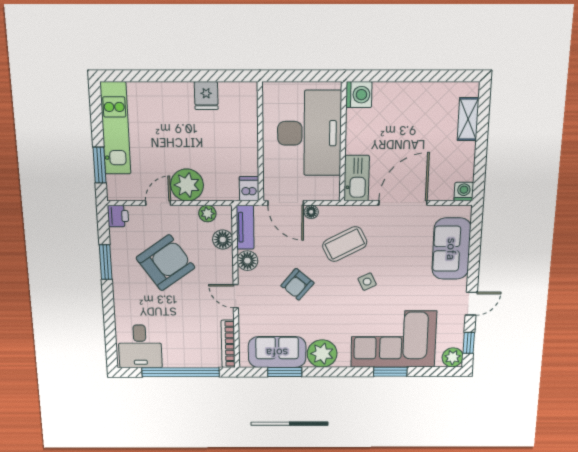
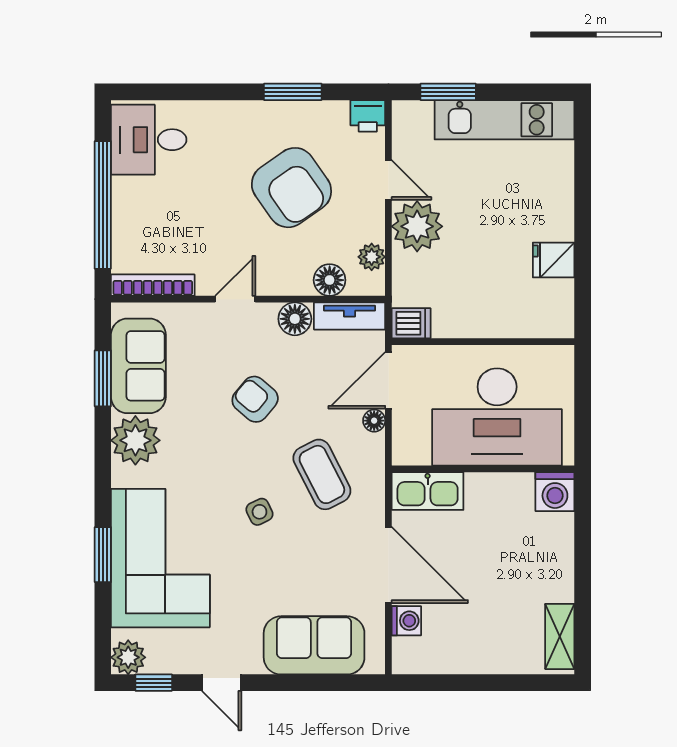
shelving: (468, 119) -> (560, 636), moved, turned 90
washing machine: (464, 192) -> (406, 621), moved

